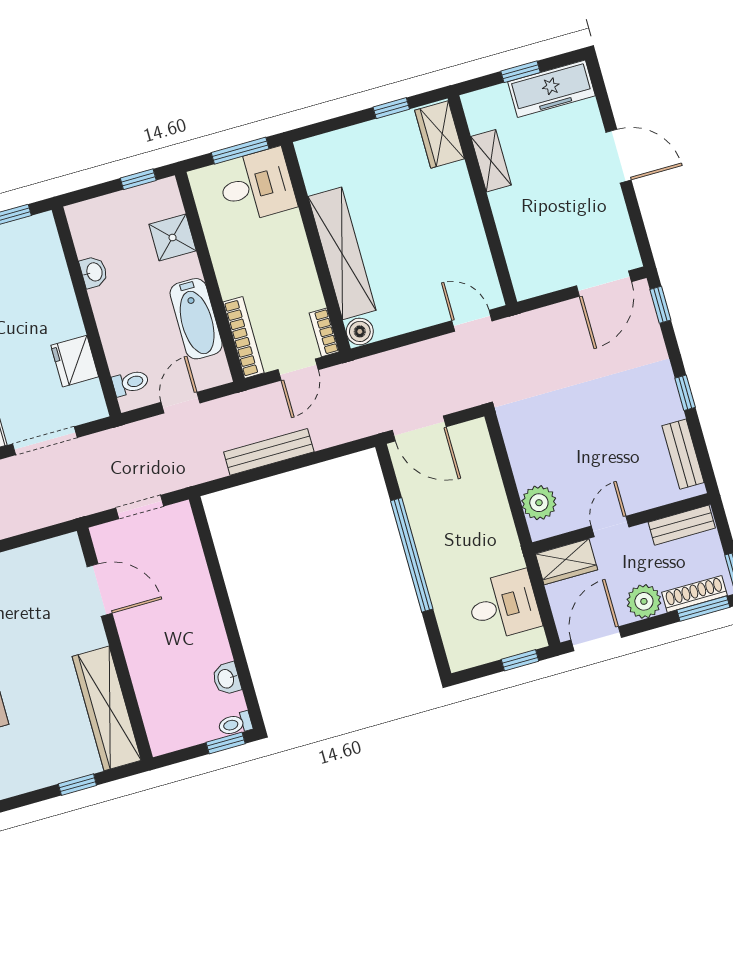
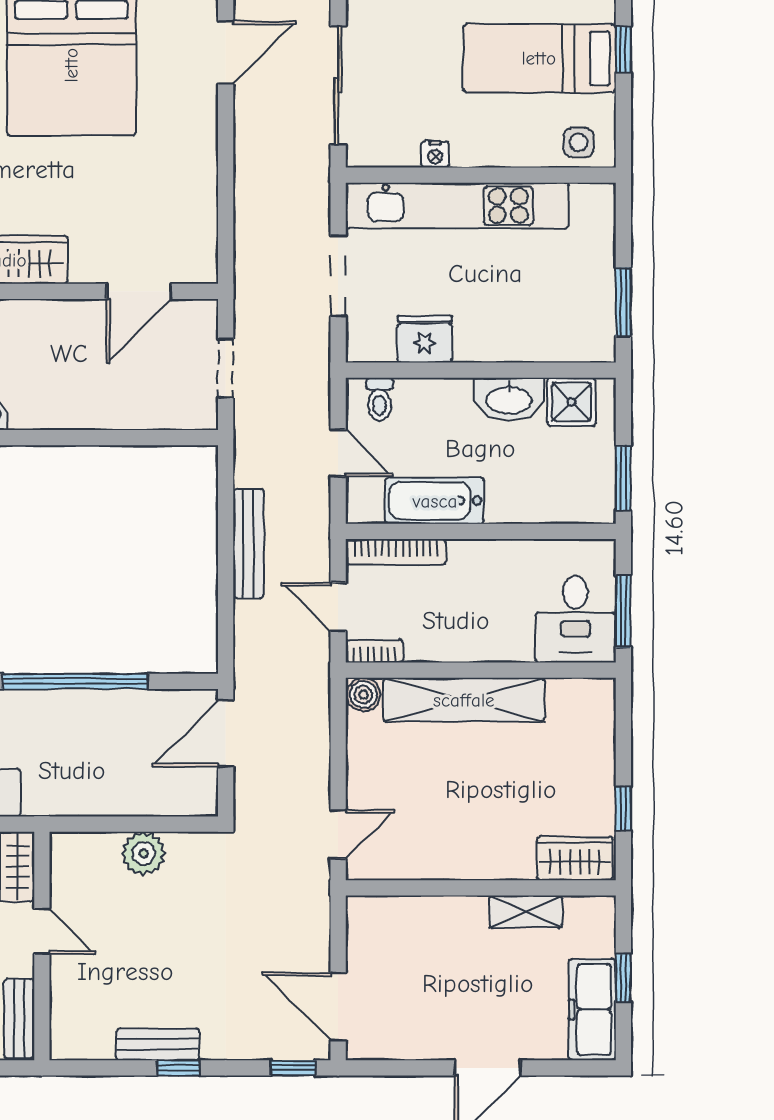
window: (138, 179) -> (623, 478), width x1.50
shower: (173, 238) -> (572, 402), moved
washbasin: (94, 272) -> (509, 399), width x1.91, depth x1.45
bench: (683, 454) -> (158, 1044), moved
plant: (539, 503) -> (144, 853), moved

